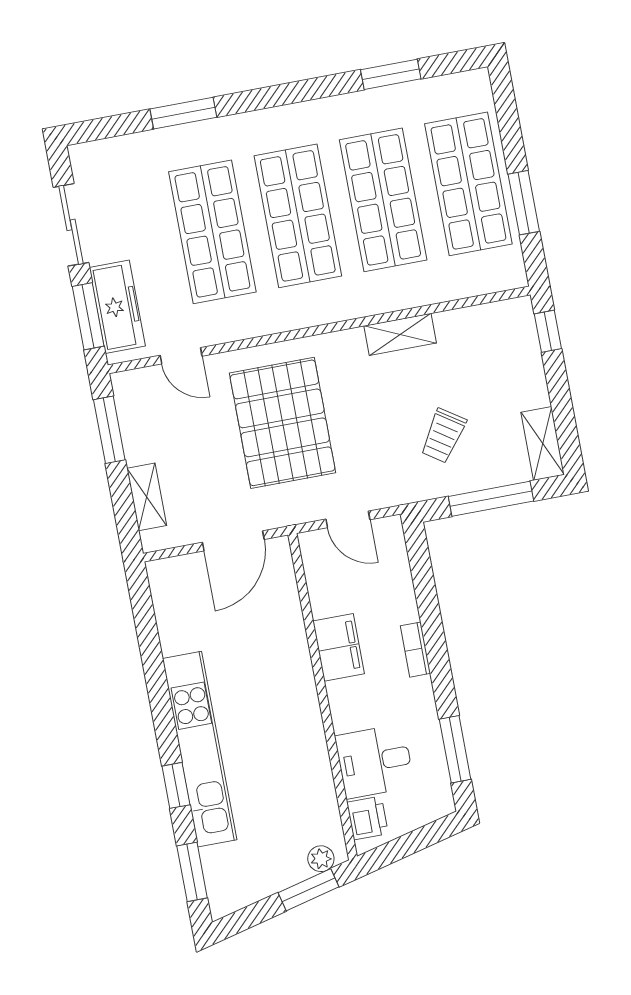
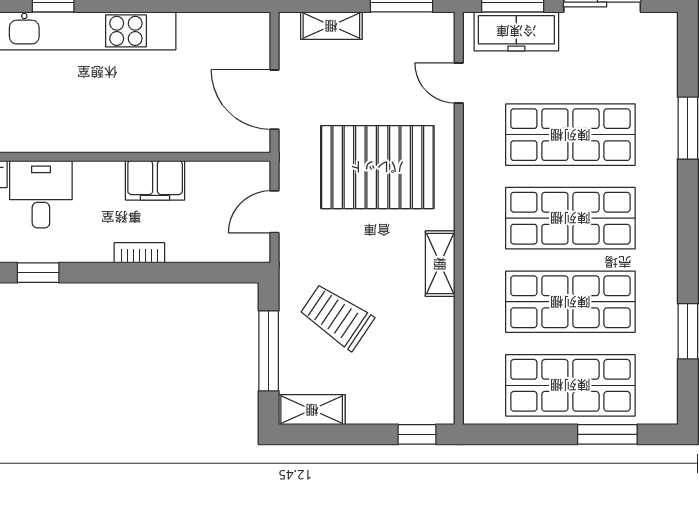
window: (524, 203) -> (607, 434), moved
shelving: (400, 334) -> (440, 264), moved
door: (181, 356) -> (459, 83), hinge flipped
trolley: (443, 436) -> (337, 317), width x1.36, depth x1.39
window: (455, 749) -> (38, 273), width x0.67

